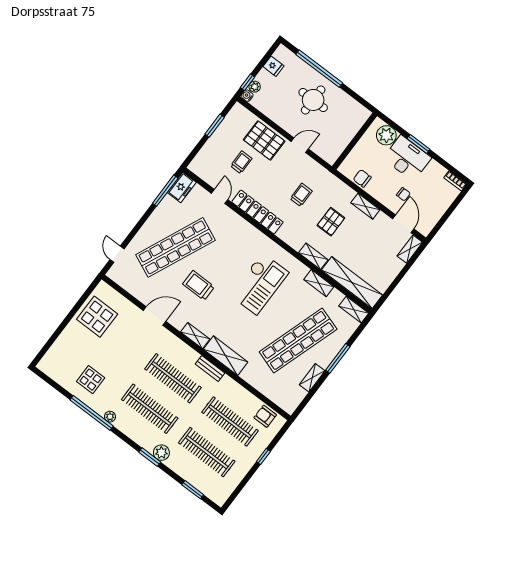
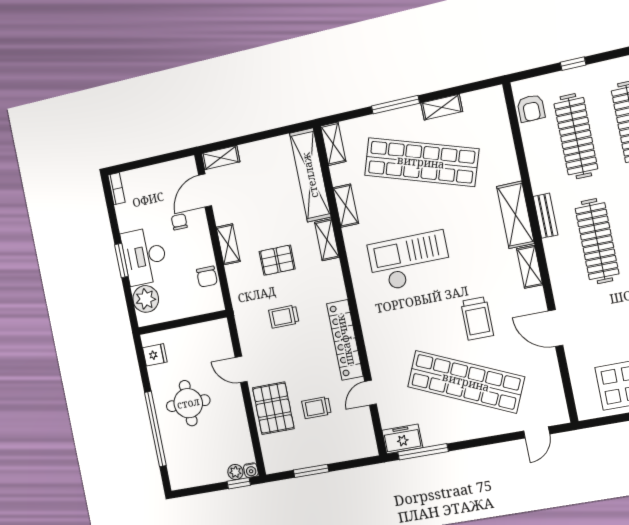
fridge: (273, 66) -> (155, 355), moved, turned 90

